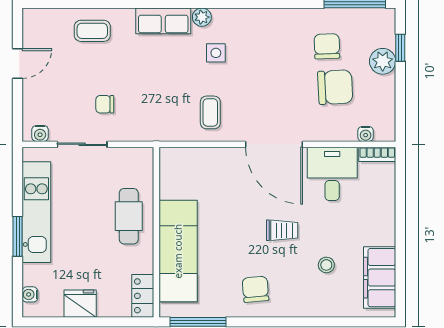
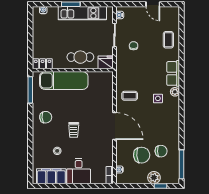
chair: (335, 87) -> (142, 155), turned -92
door: (274, 144) -> (115, 126), swing flipped
desk: (332, 174) -> (79, 171), moved, turned 90
fridge: (80, 304) -> (106, 62), moved, turned -90

